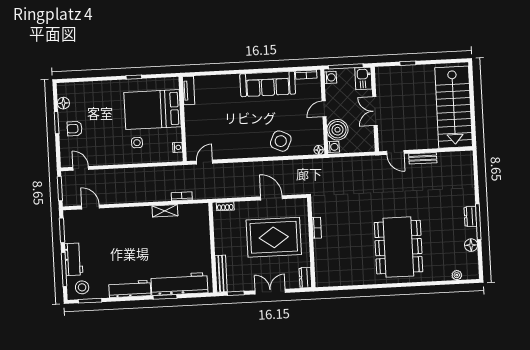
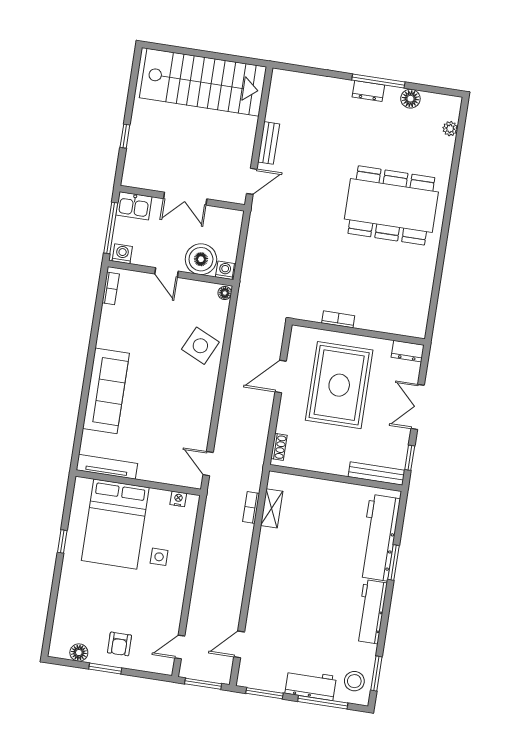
sofa: (268, 84) -> (106, 391), moved
tv unit: (189, 90) -> (107, 467), width x1.41
shelving: (165, 211) -> (272, 508), moved

